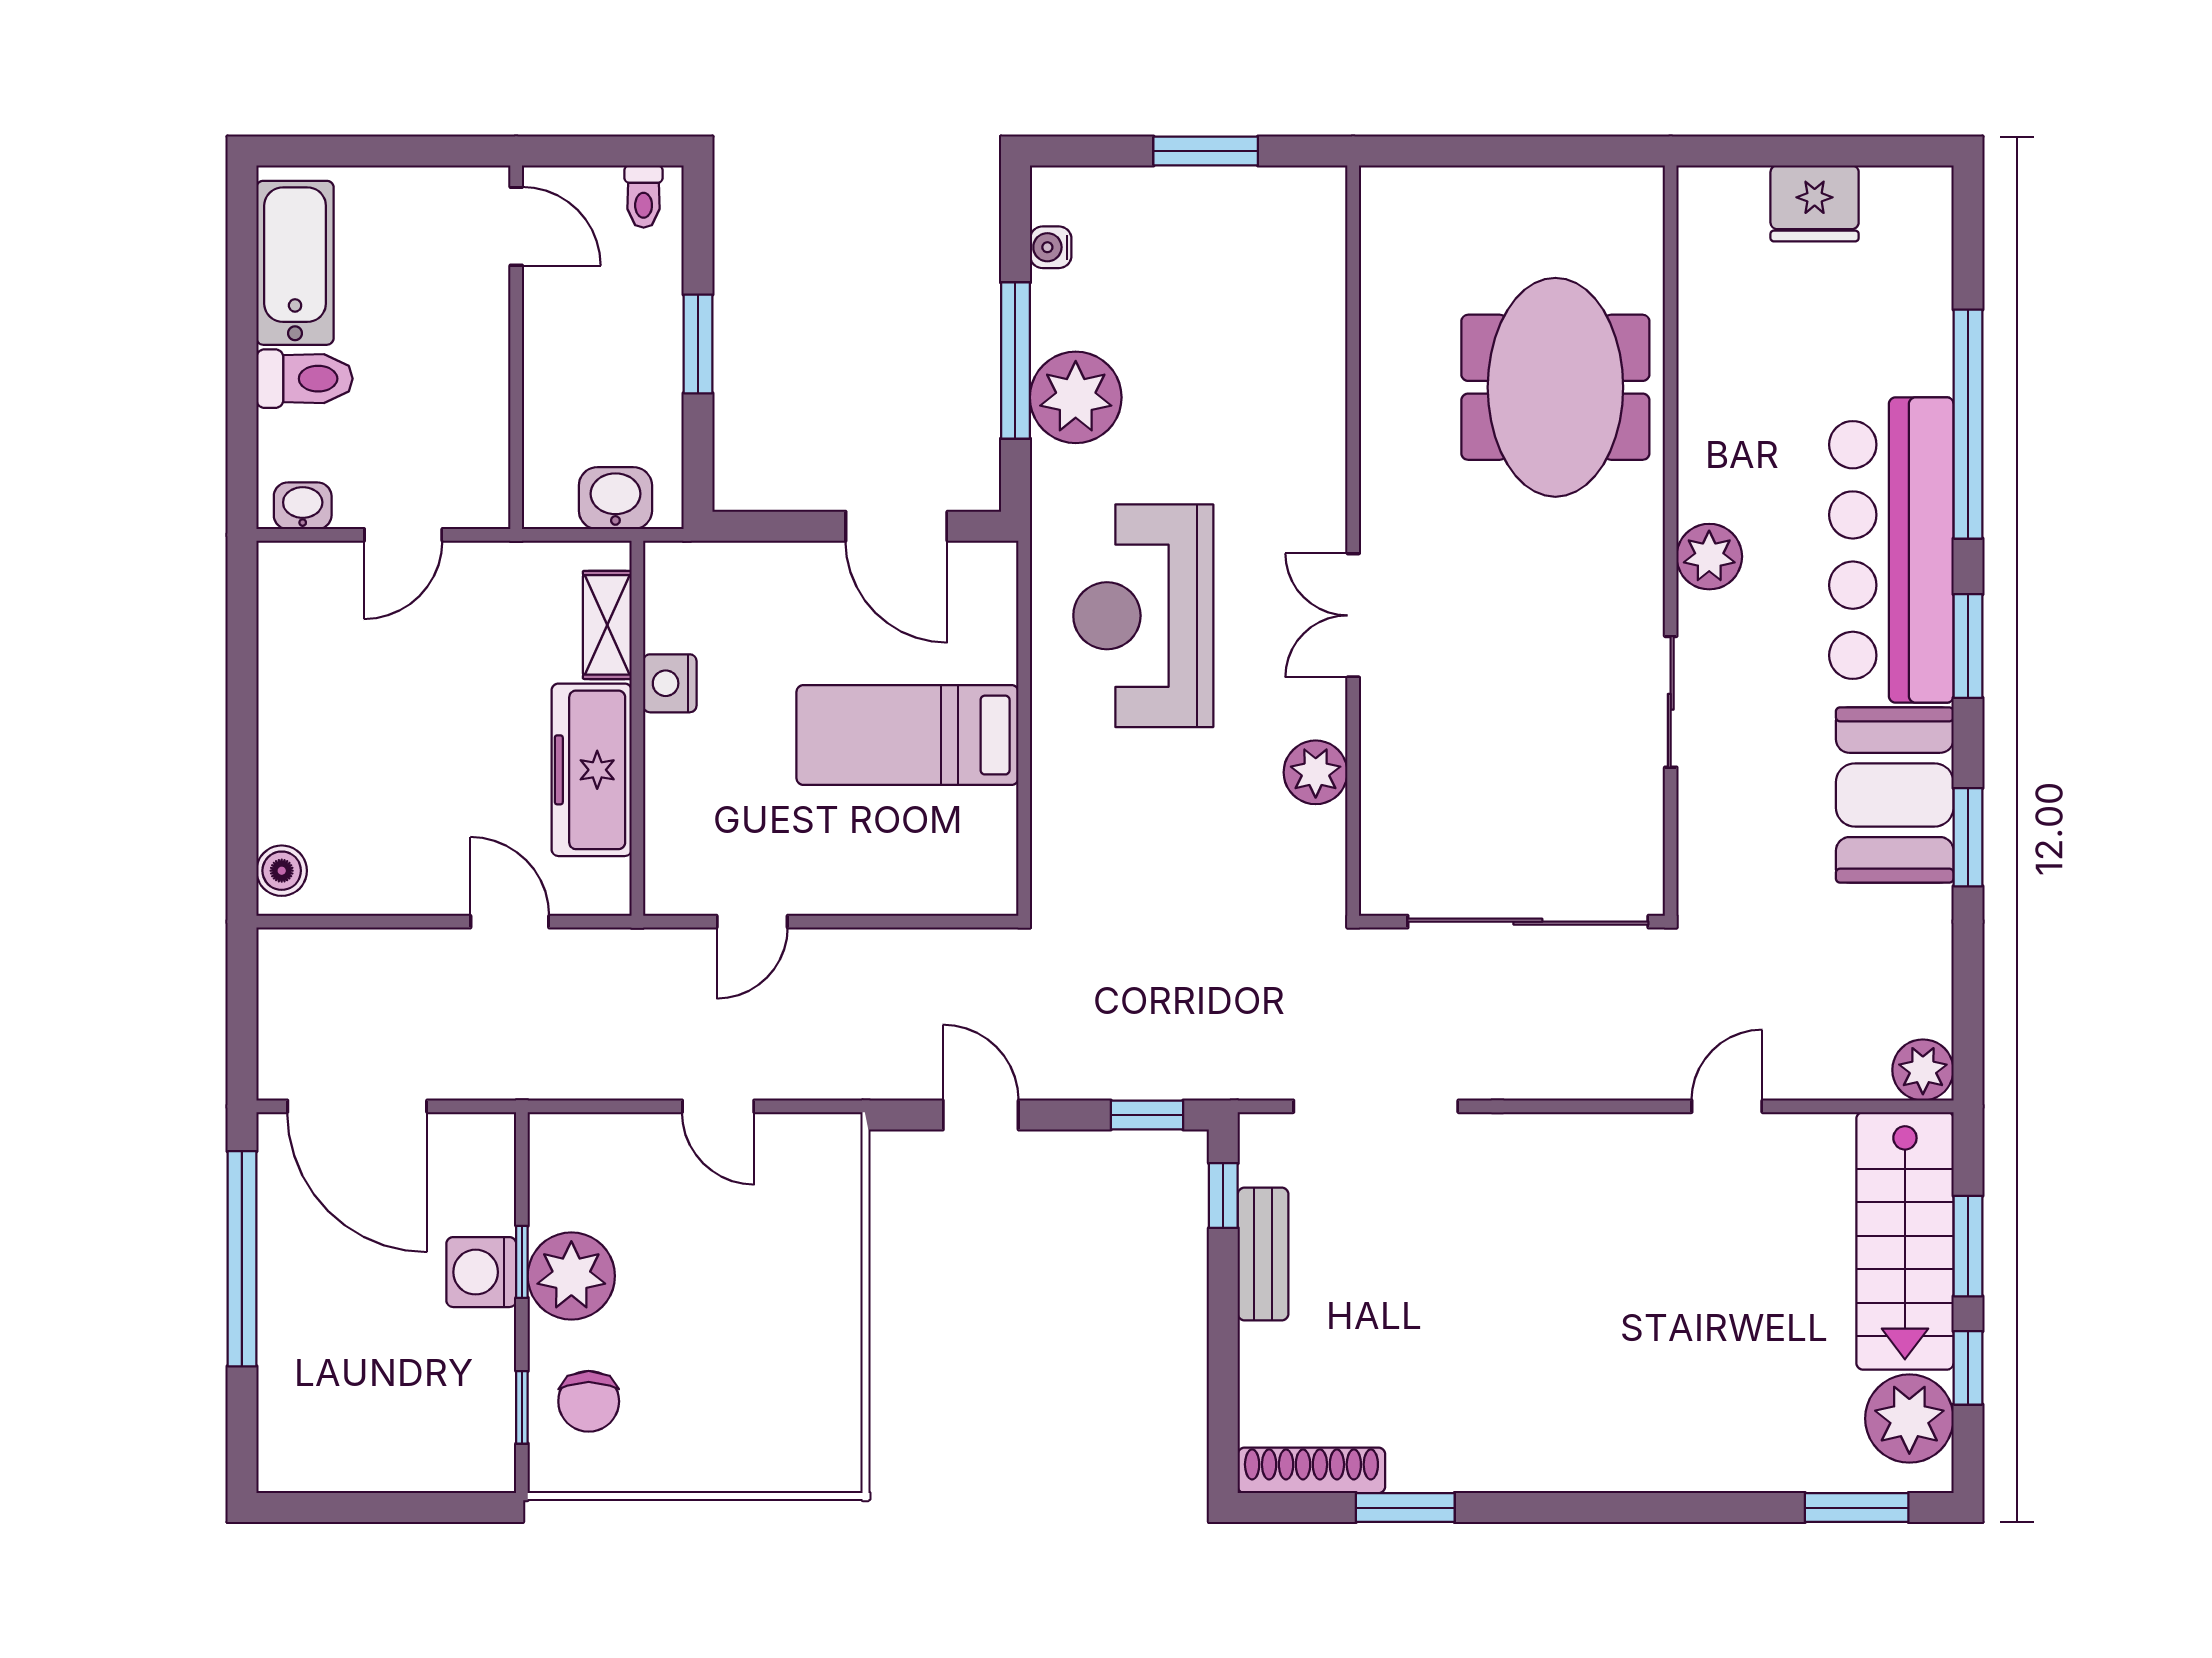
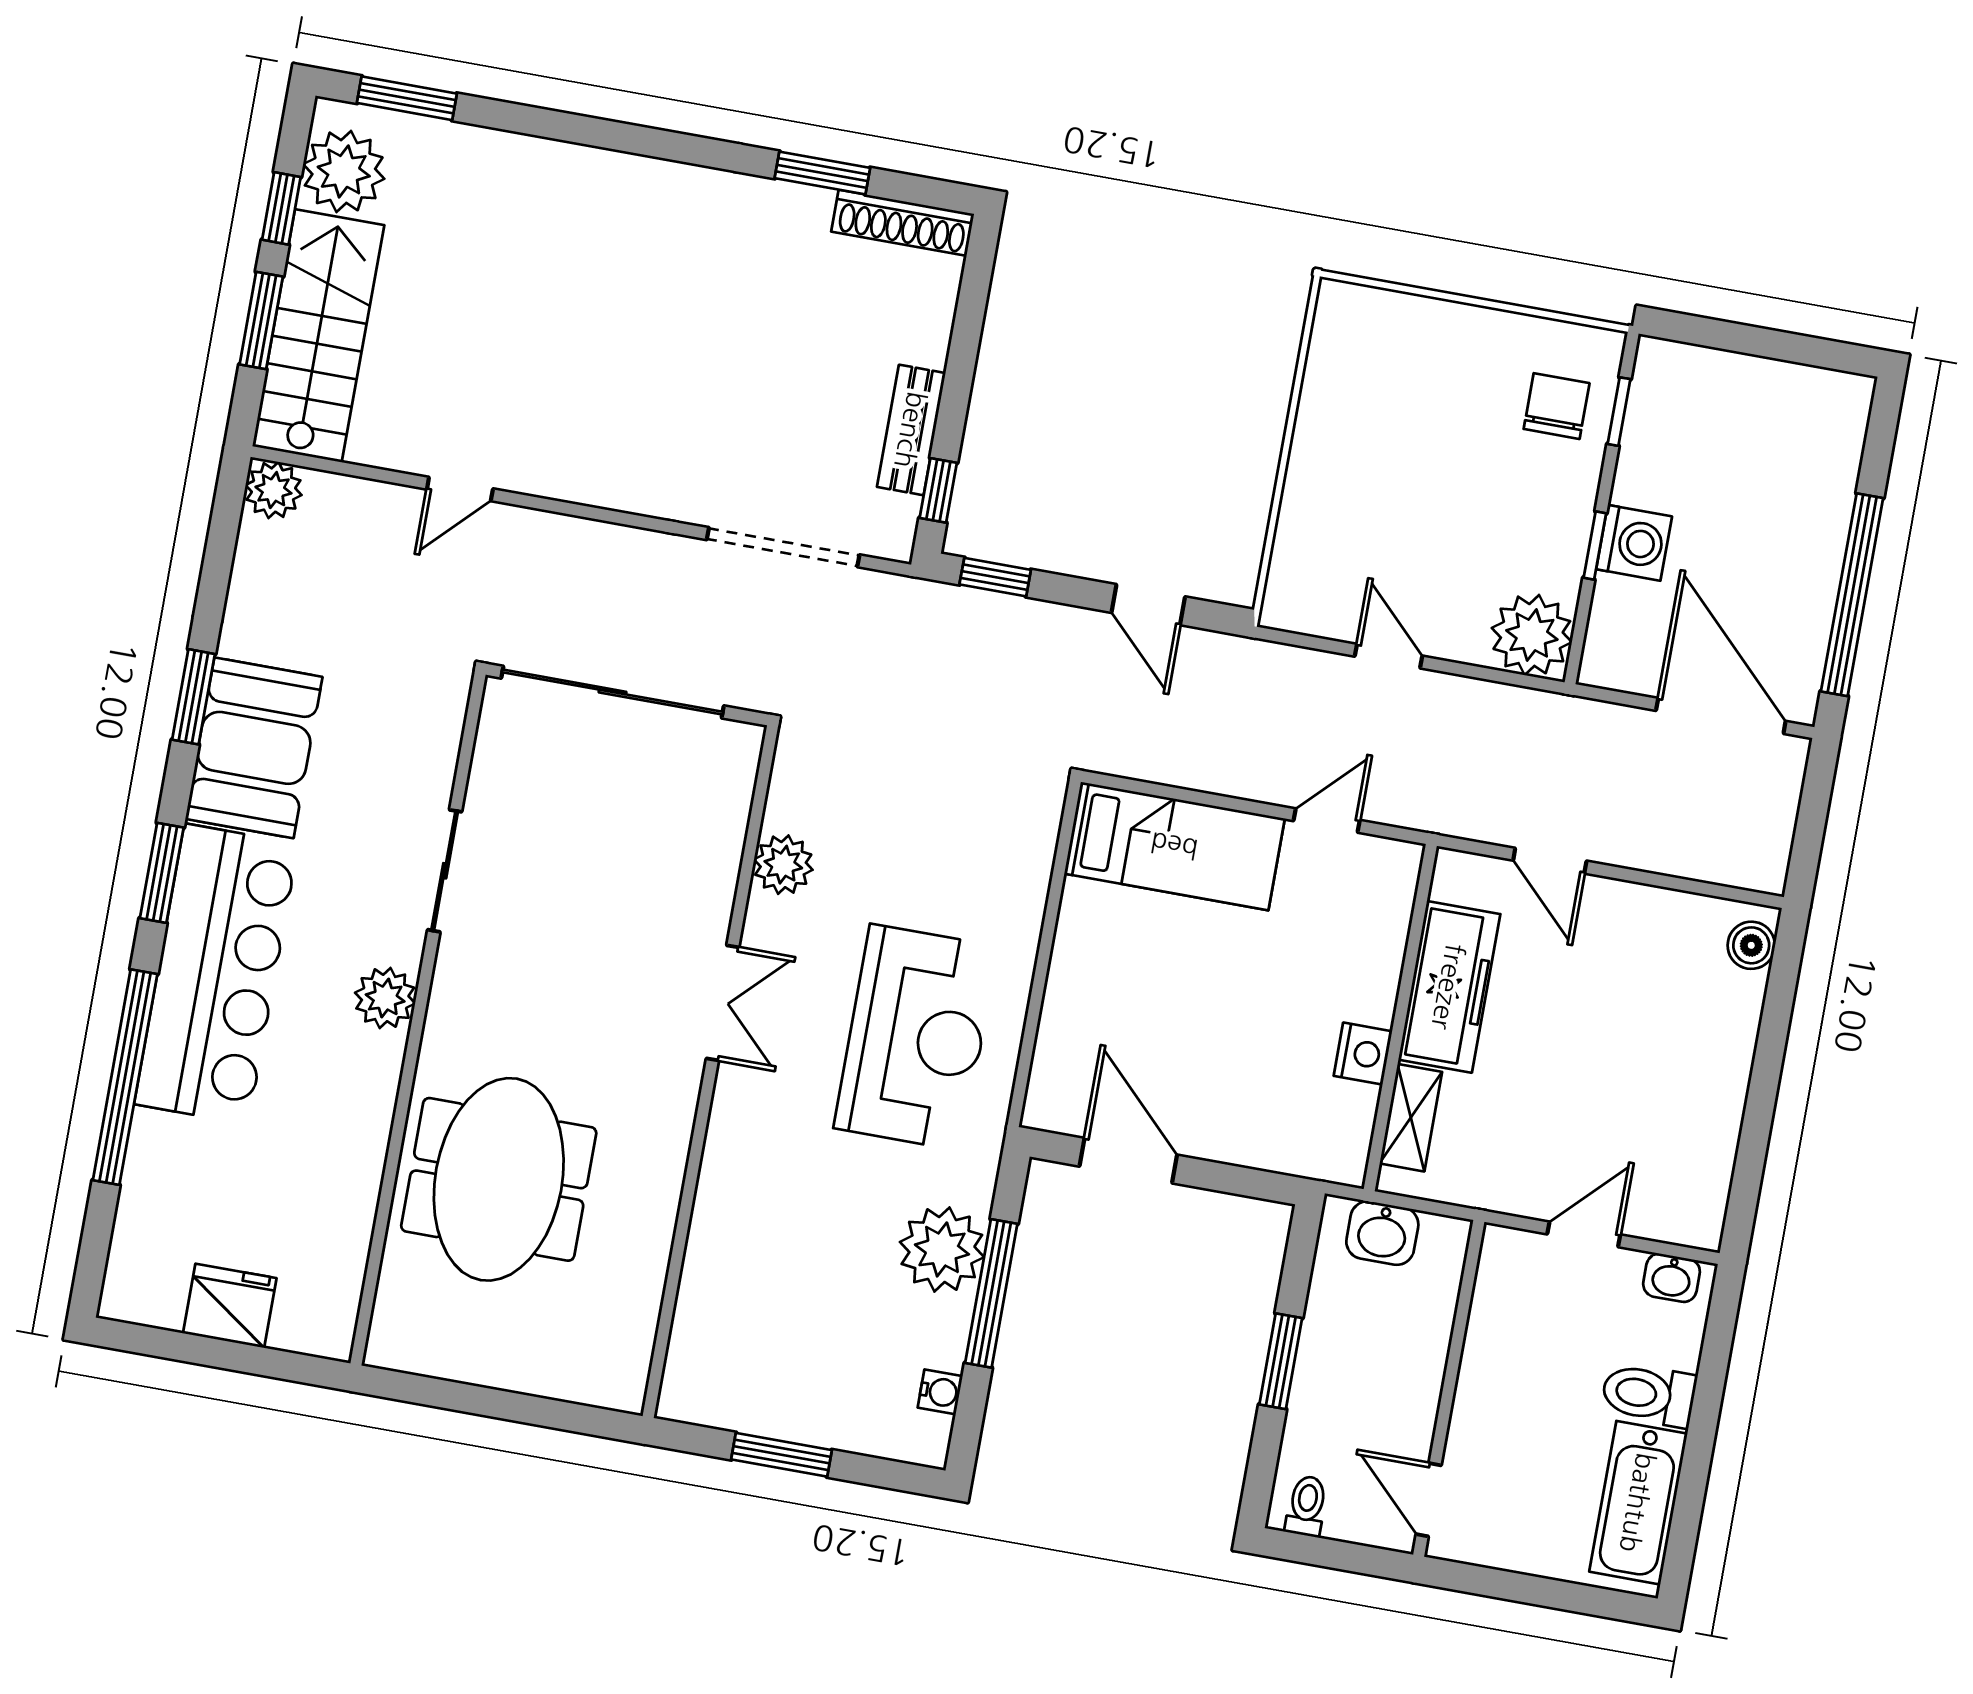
bed: (907, 735) -> (1174, 846), moved
plant: (571, 1276) -> (1532, 635), moved

